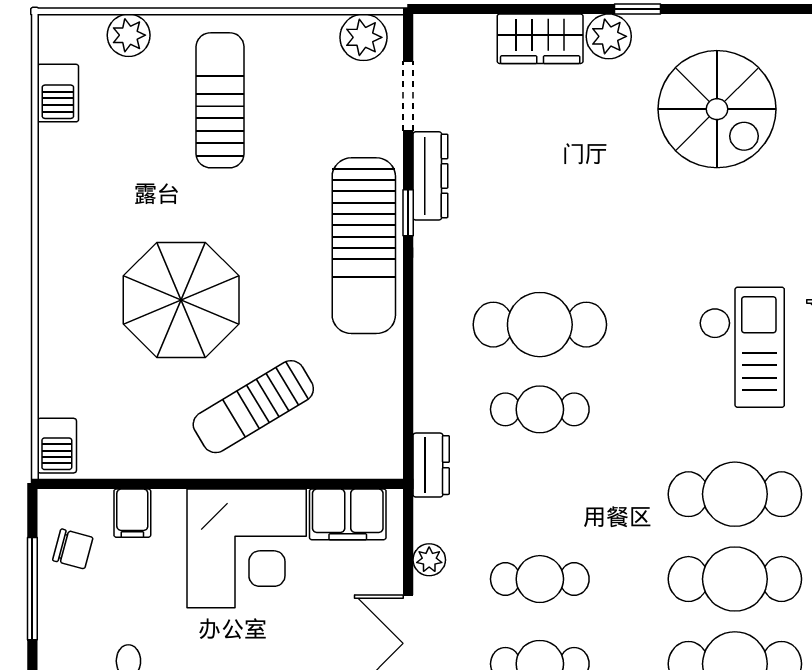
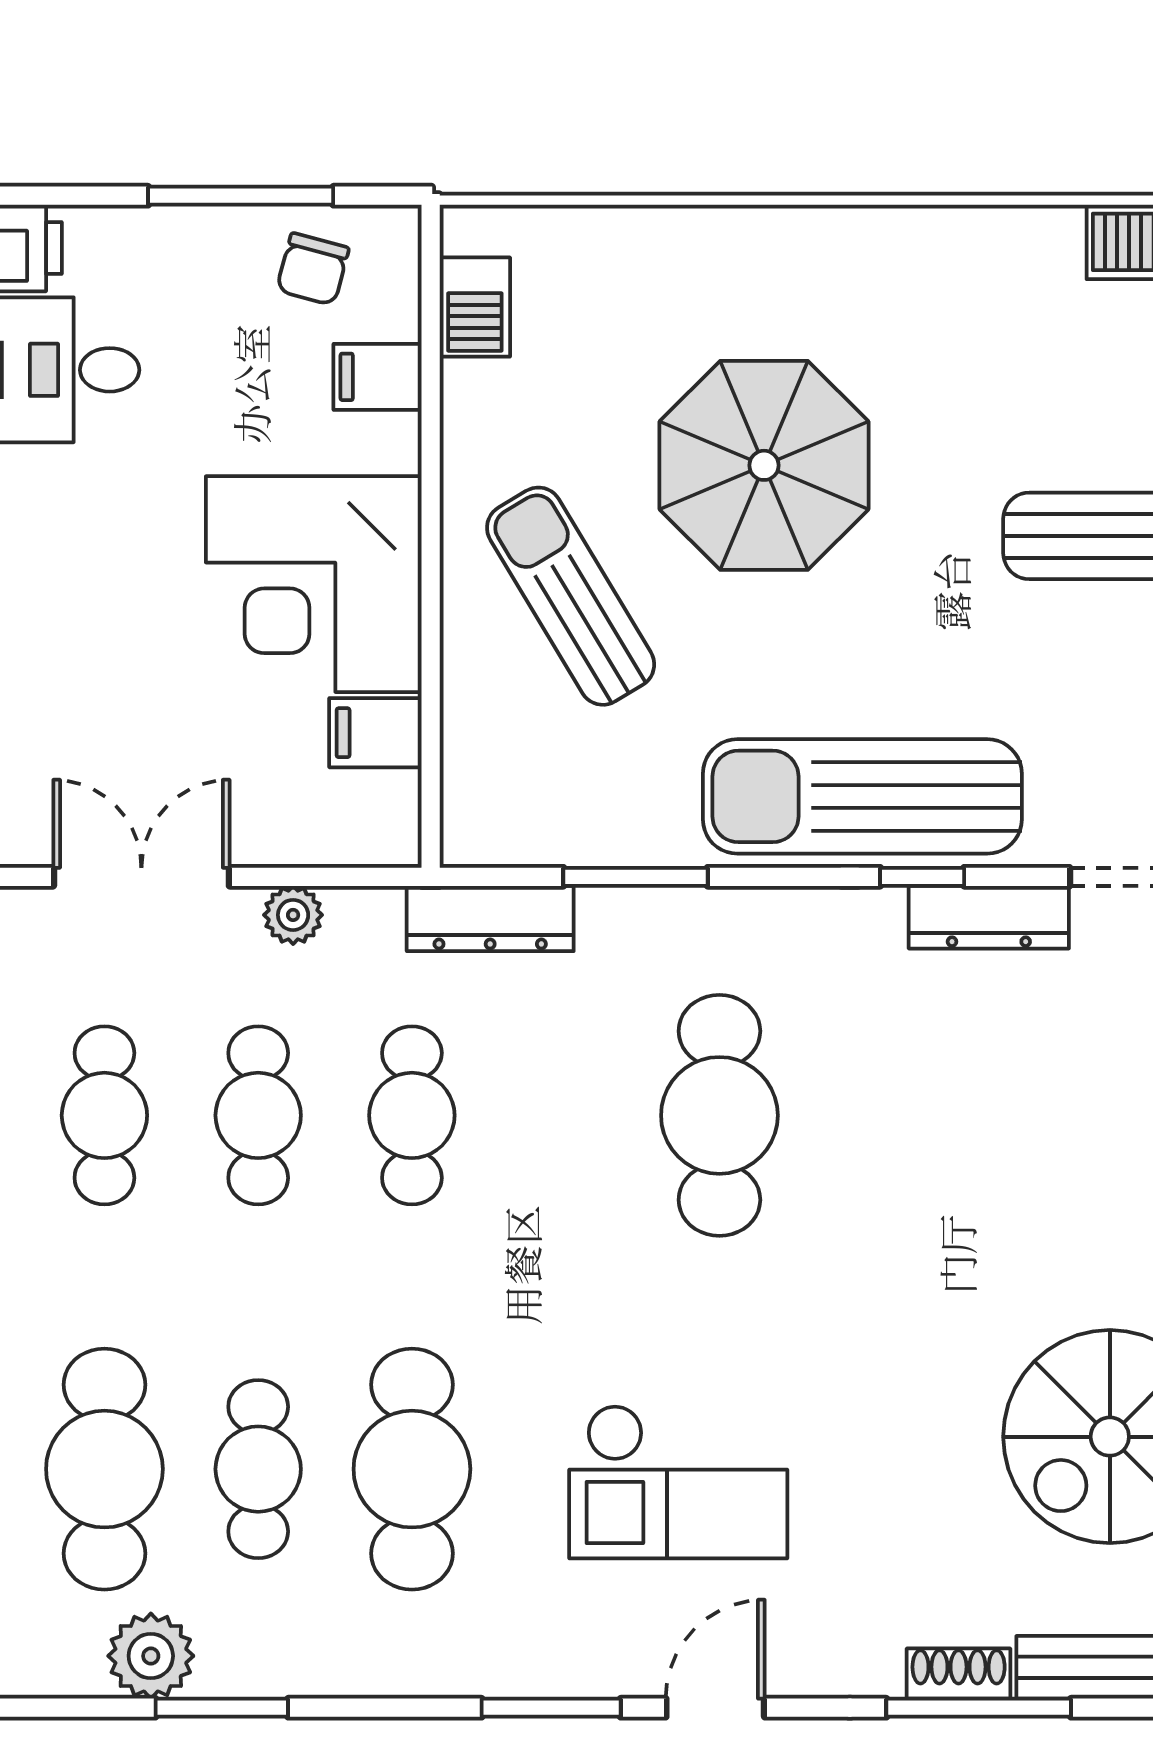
window: (408, 371) -> (636, 877), added
cafe table: (540, 409) -> (412, 1115), moved
barbecue: (57, 446) -> (475, 307), moved, turned -90
dresser: (431, 465) -> (490, 918), width x1.44
filing cabinet: (348, 514) -> (375, 733), width x0.50
cafe table: (735, 579) -> (258, 1469), width x0.73, depth x0.74

